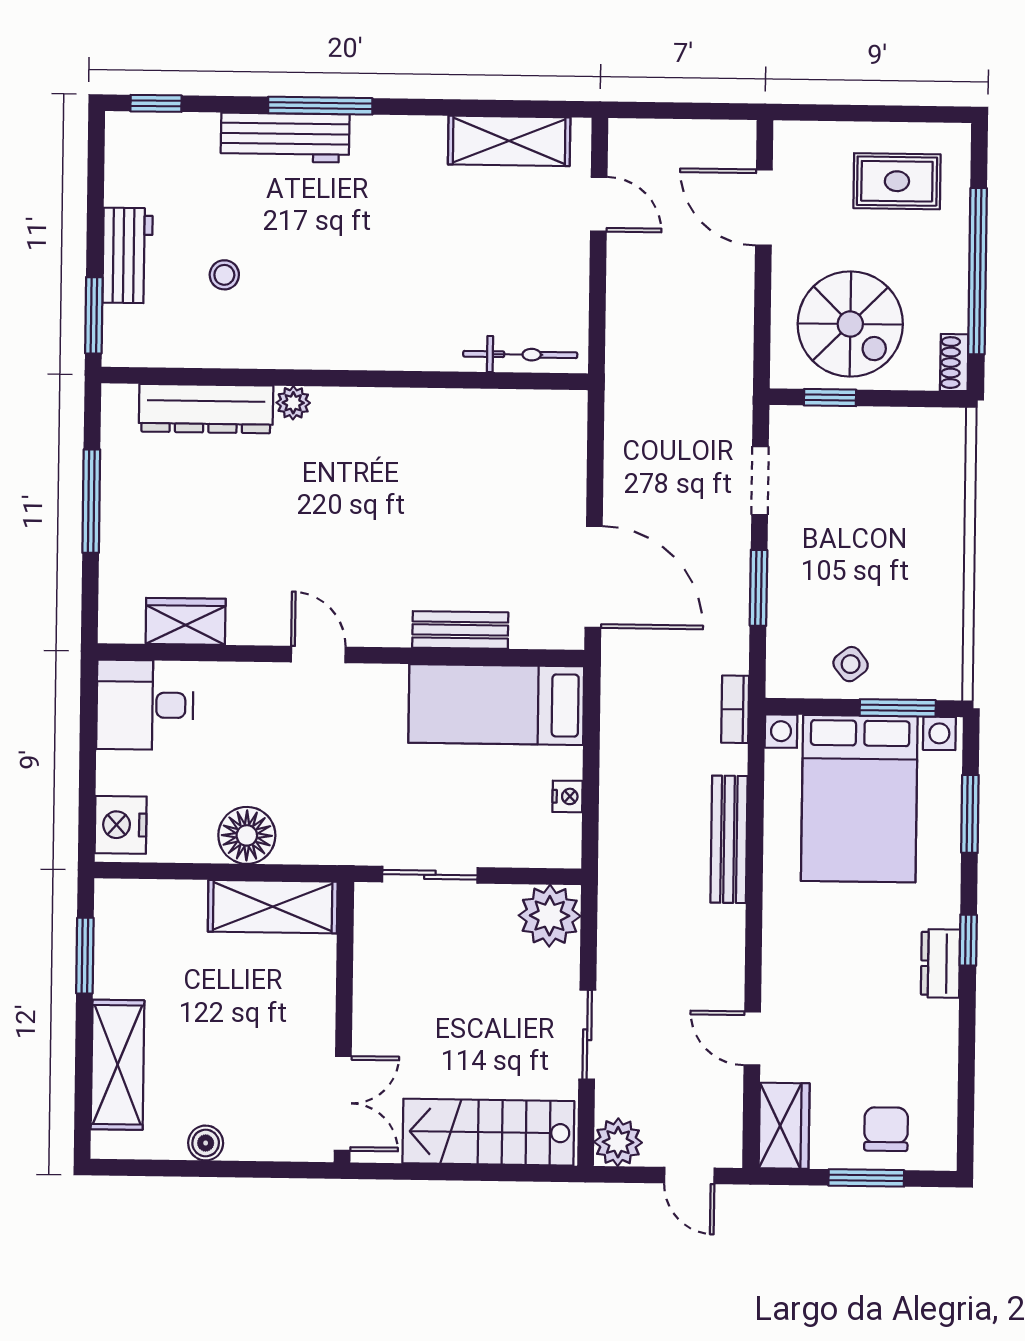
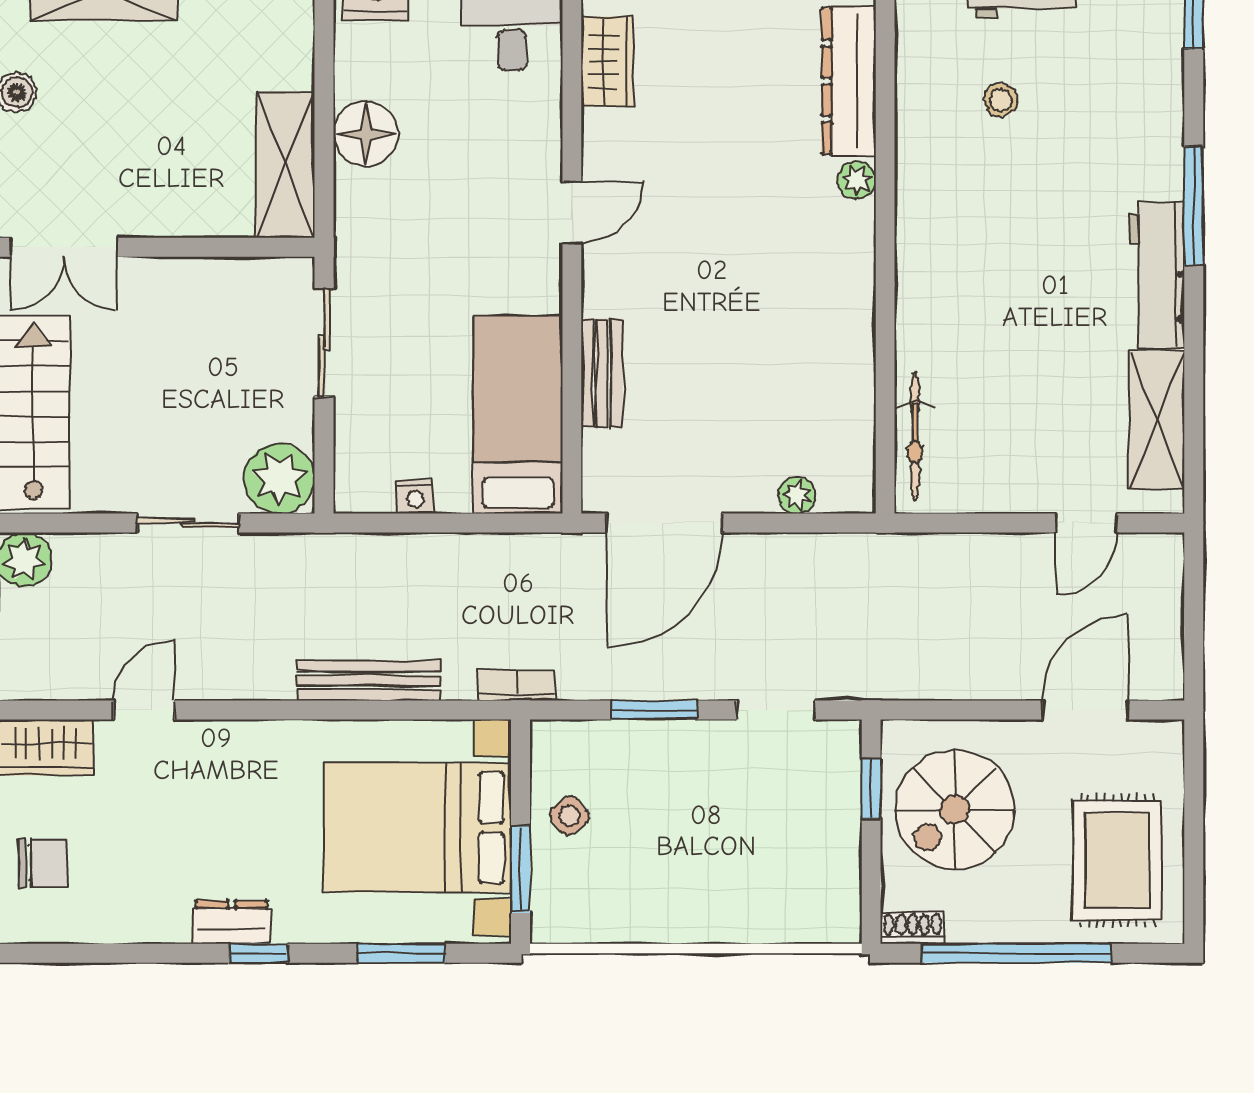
workbench: (285, 138) -> (1157, 275), moved
rug: (897, 181) -> (1117, 860), width x1.36, depth x1.43
plant: (571, 459) -> (797, 495), added
sliding door: (587, 1035) -> (188, 523), moved

